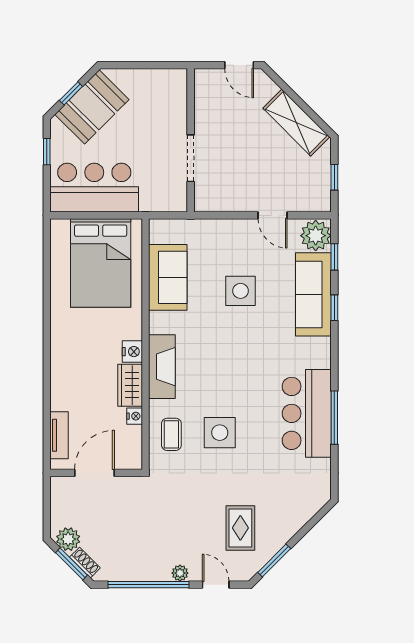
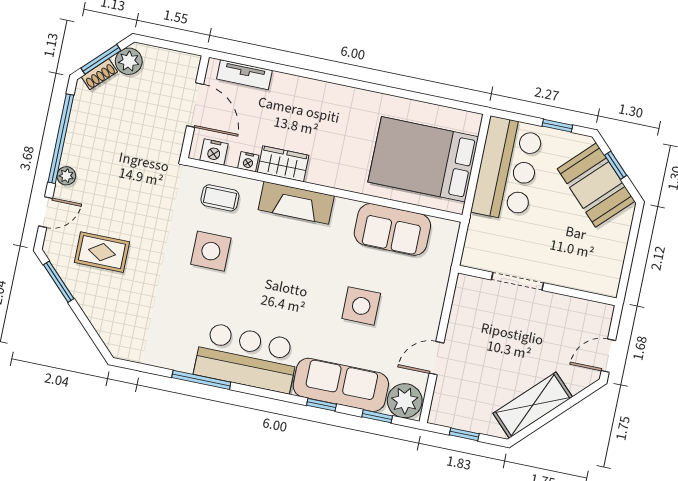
nightstand: (132, 352) -> (214, 152), moved
bar counter: (307, 413) -> (247, 358), moved

